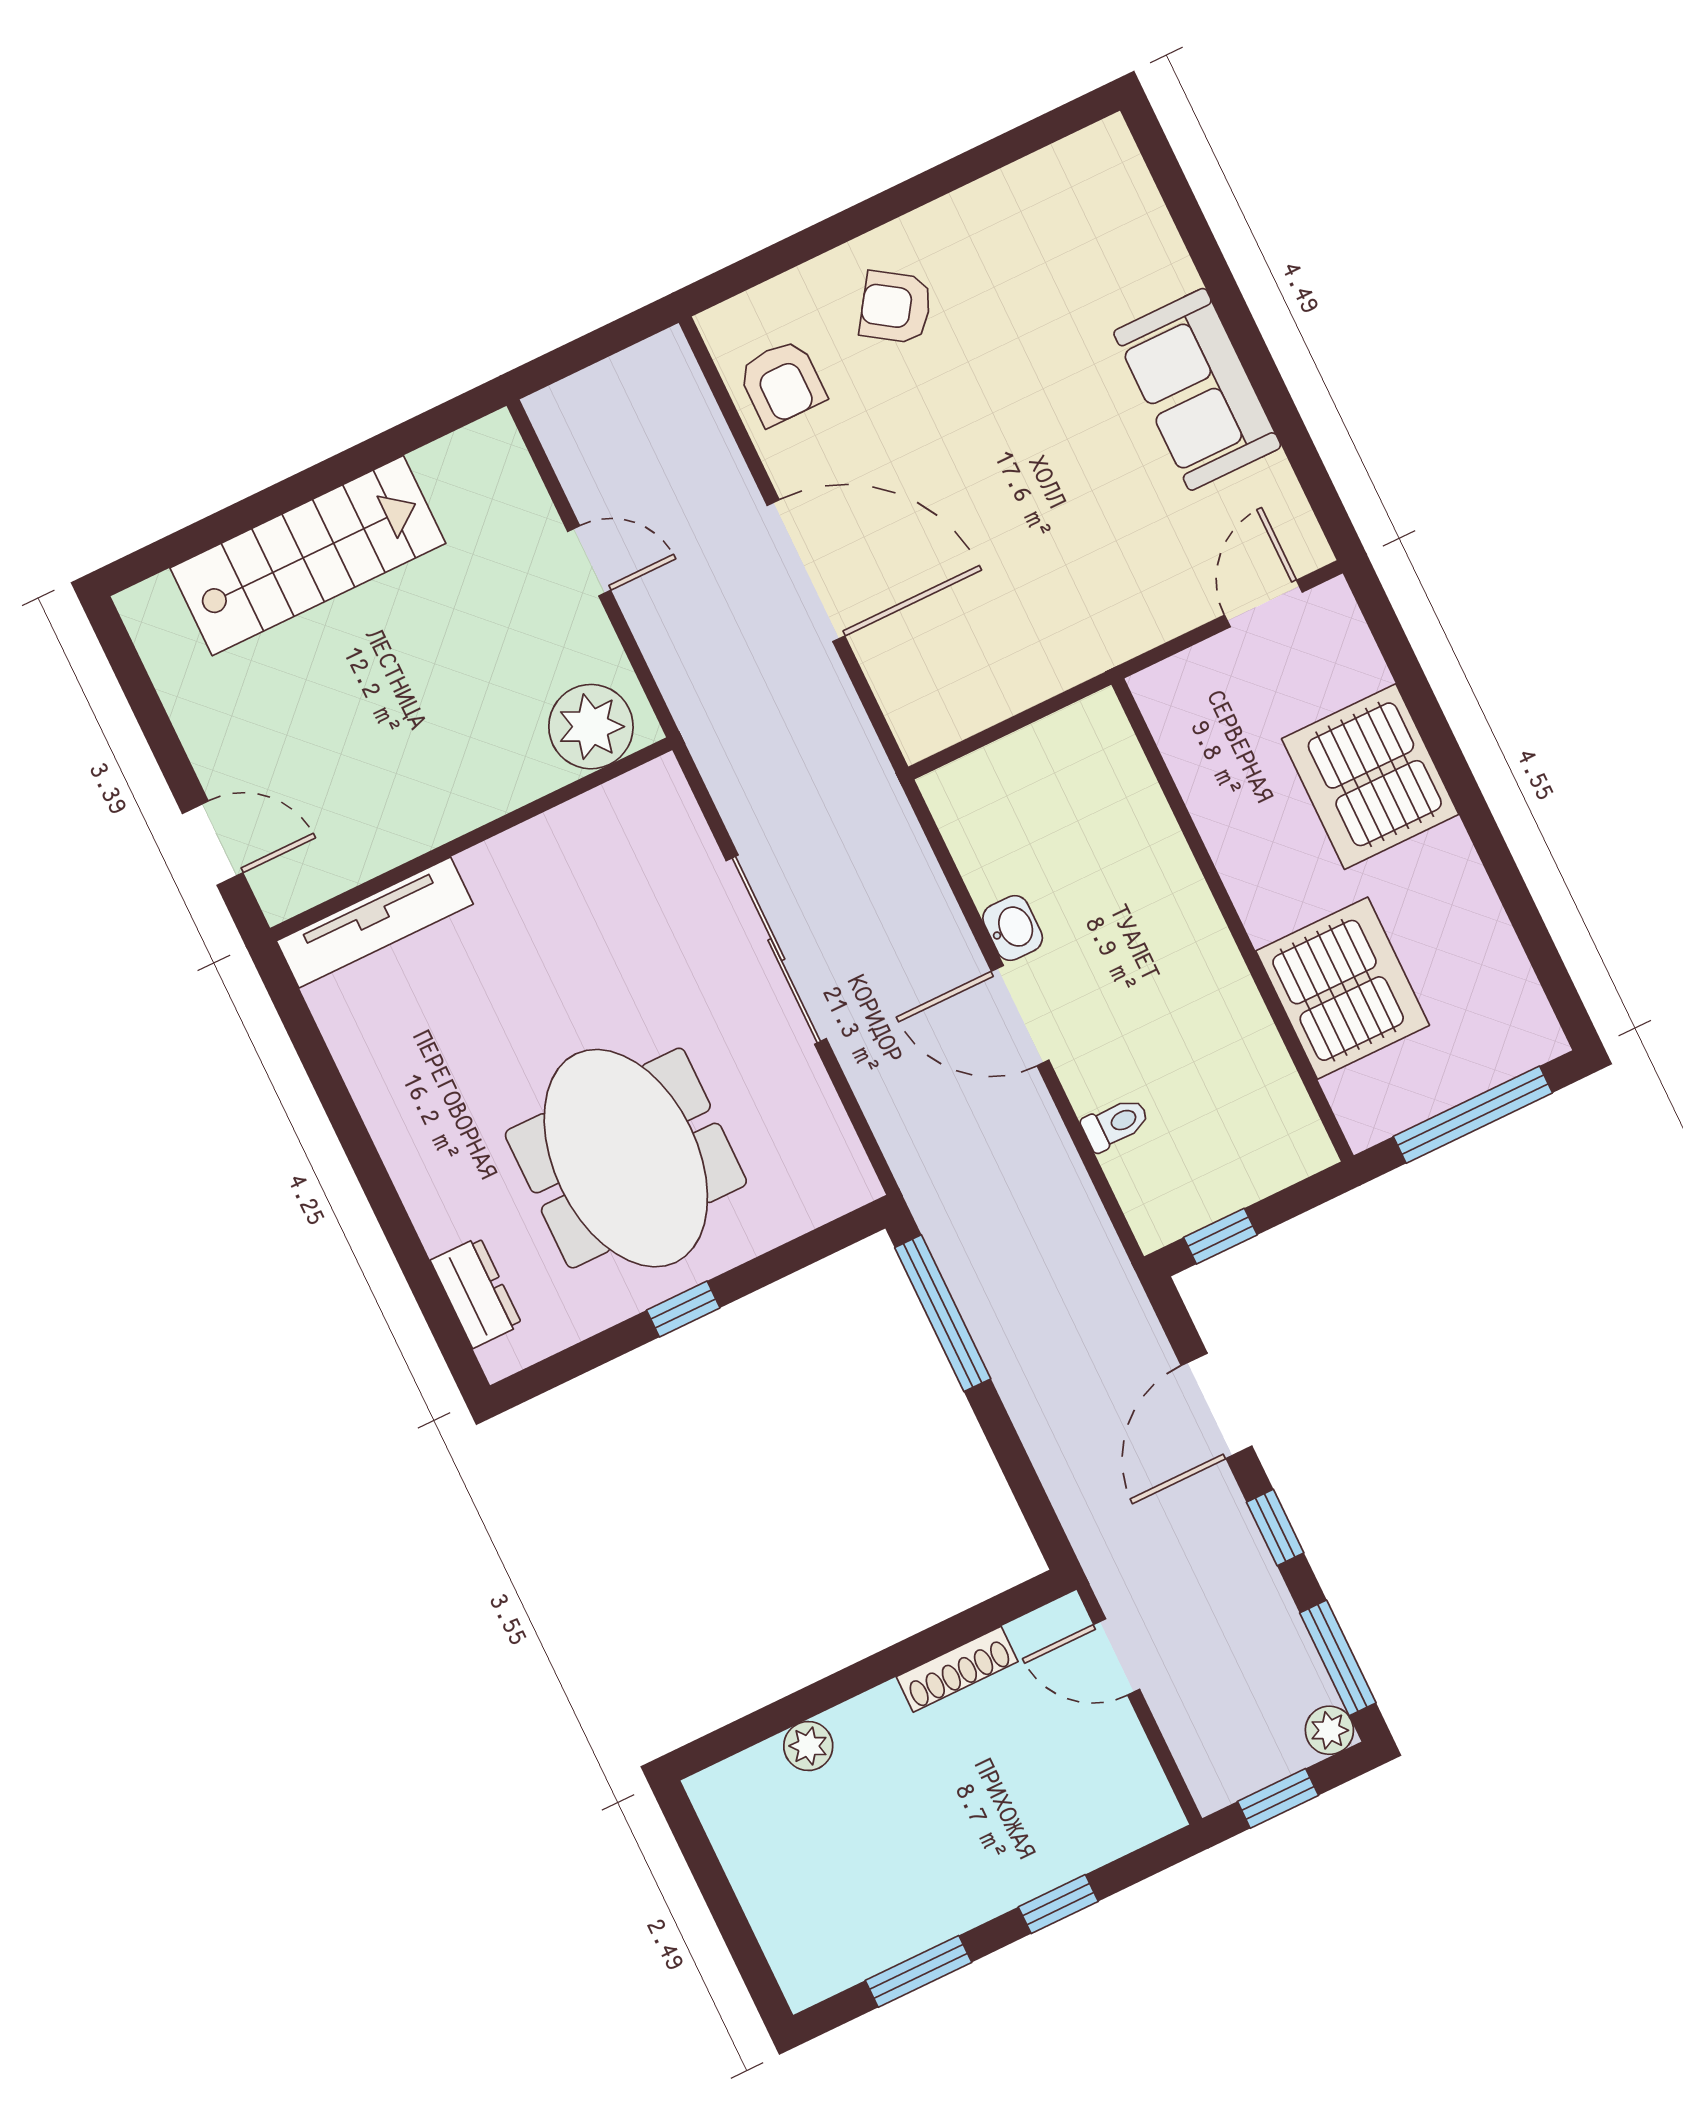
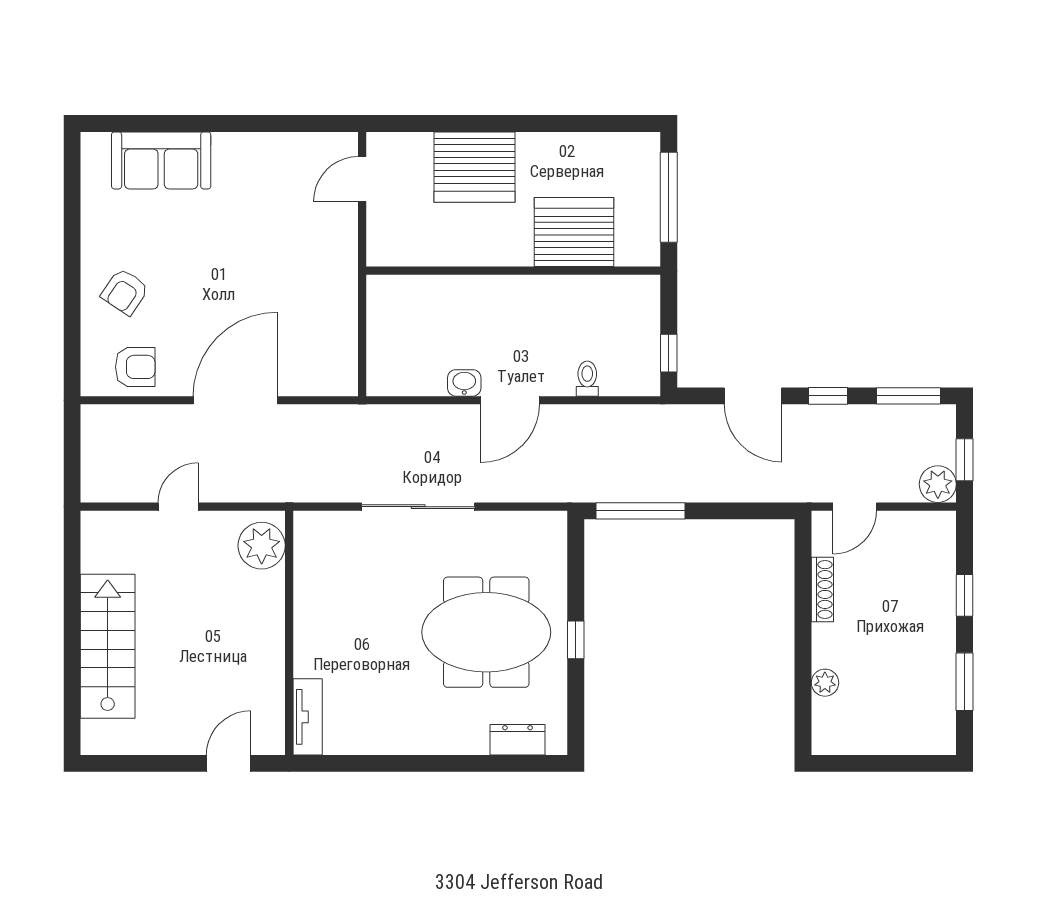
sofa: (1197, 389) -> (161, 160), moved
door: (1263, 604) -> (362, 179), hinge flipped
tv unit: (375, 922) -> (308, 717), width x0.71
plant: (1329, 1730) -> (938, 484), moved, width x1.38, depth x1.38

